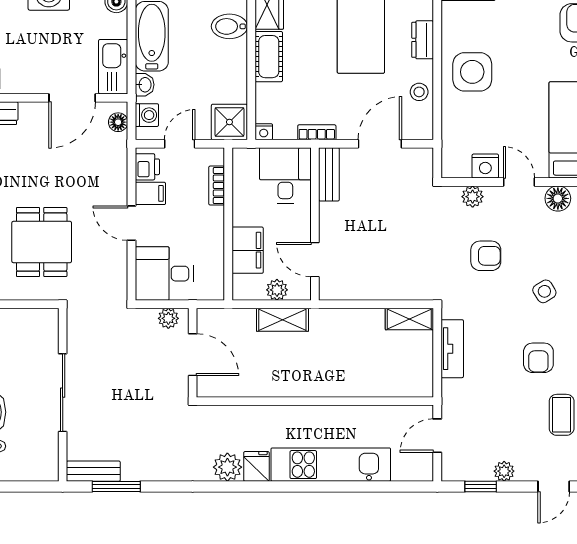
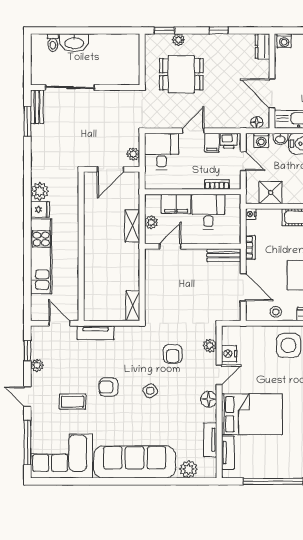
shower: (229, 122) -> (271, 192), moved
desk: (285, 175) -> (208, 212), moved, turned -90
tv unit: (452, 349) -> (96, 333), moved
sliding door: (63, 393) -> (70, 87), moved

